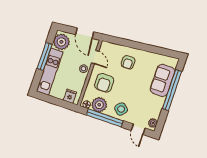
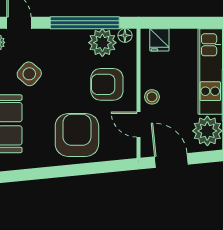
armchair: (128, 62) -> (77, 135), width x1.88, depth x1.88
armchair: (104, 83) -> (107, 84), turned -90
side table: (121, 109) -> (29, 74), moved

